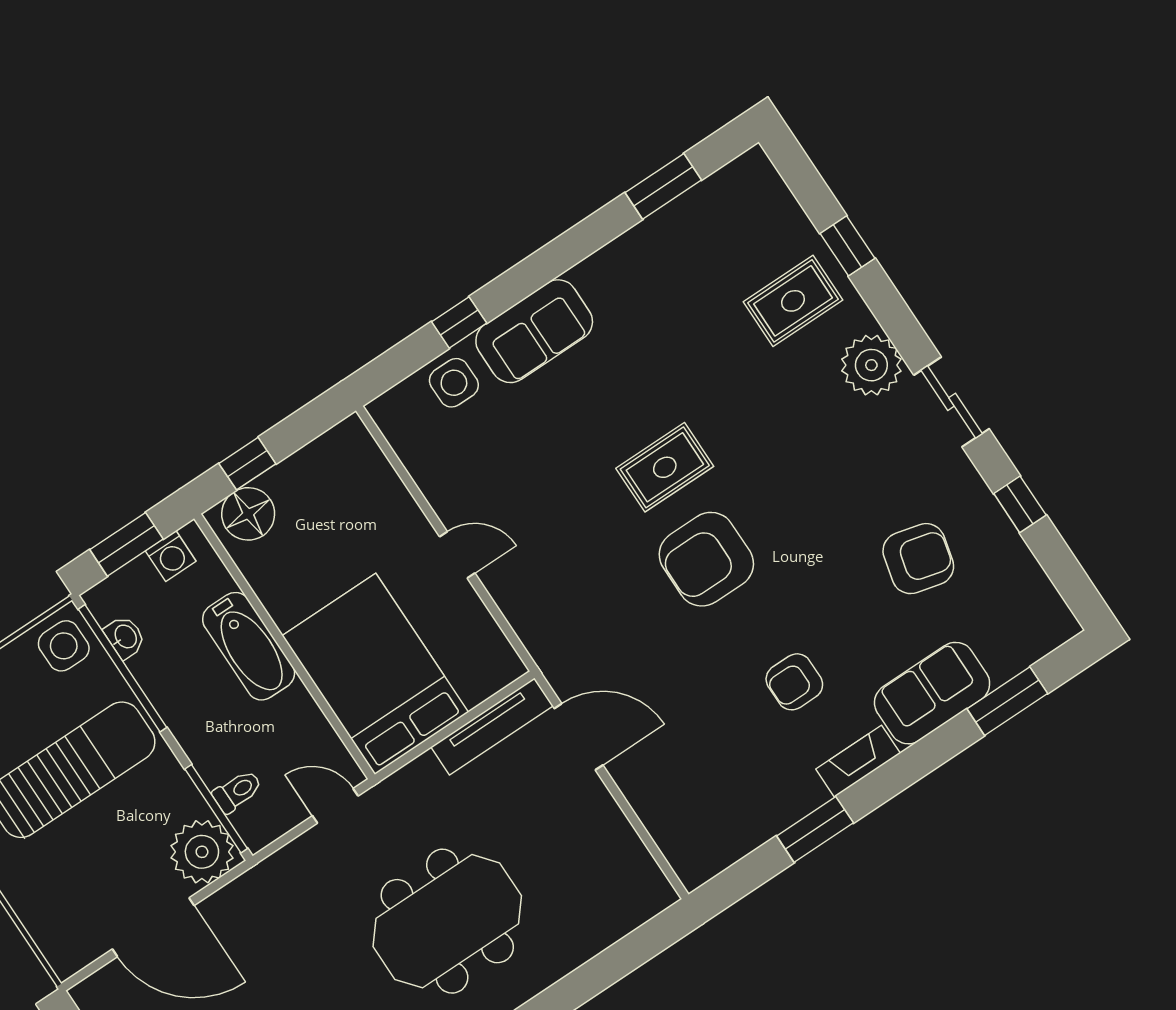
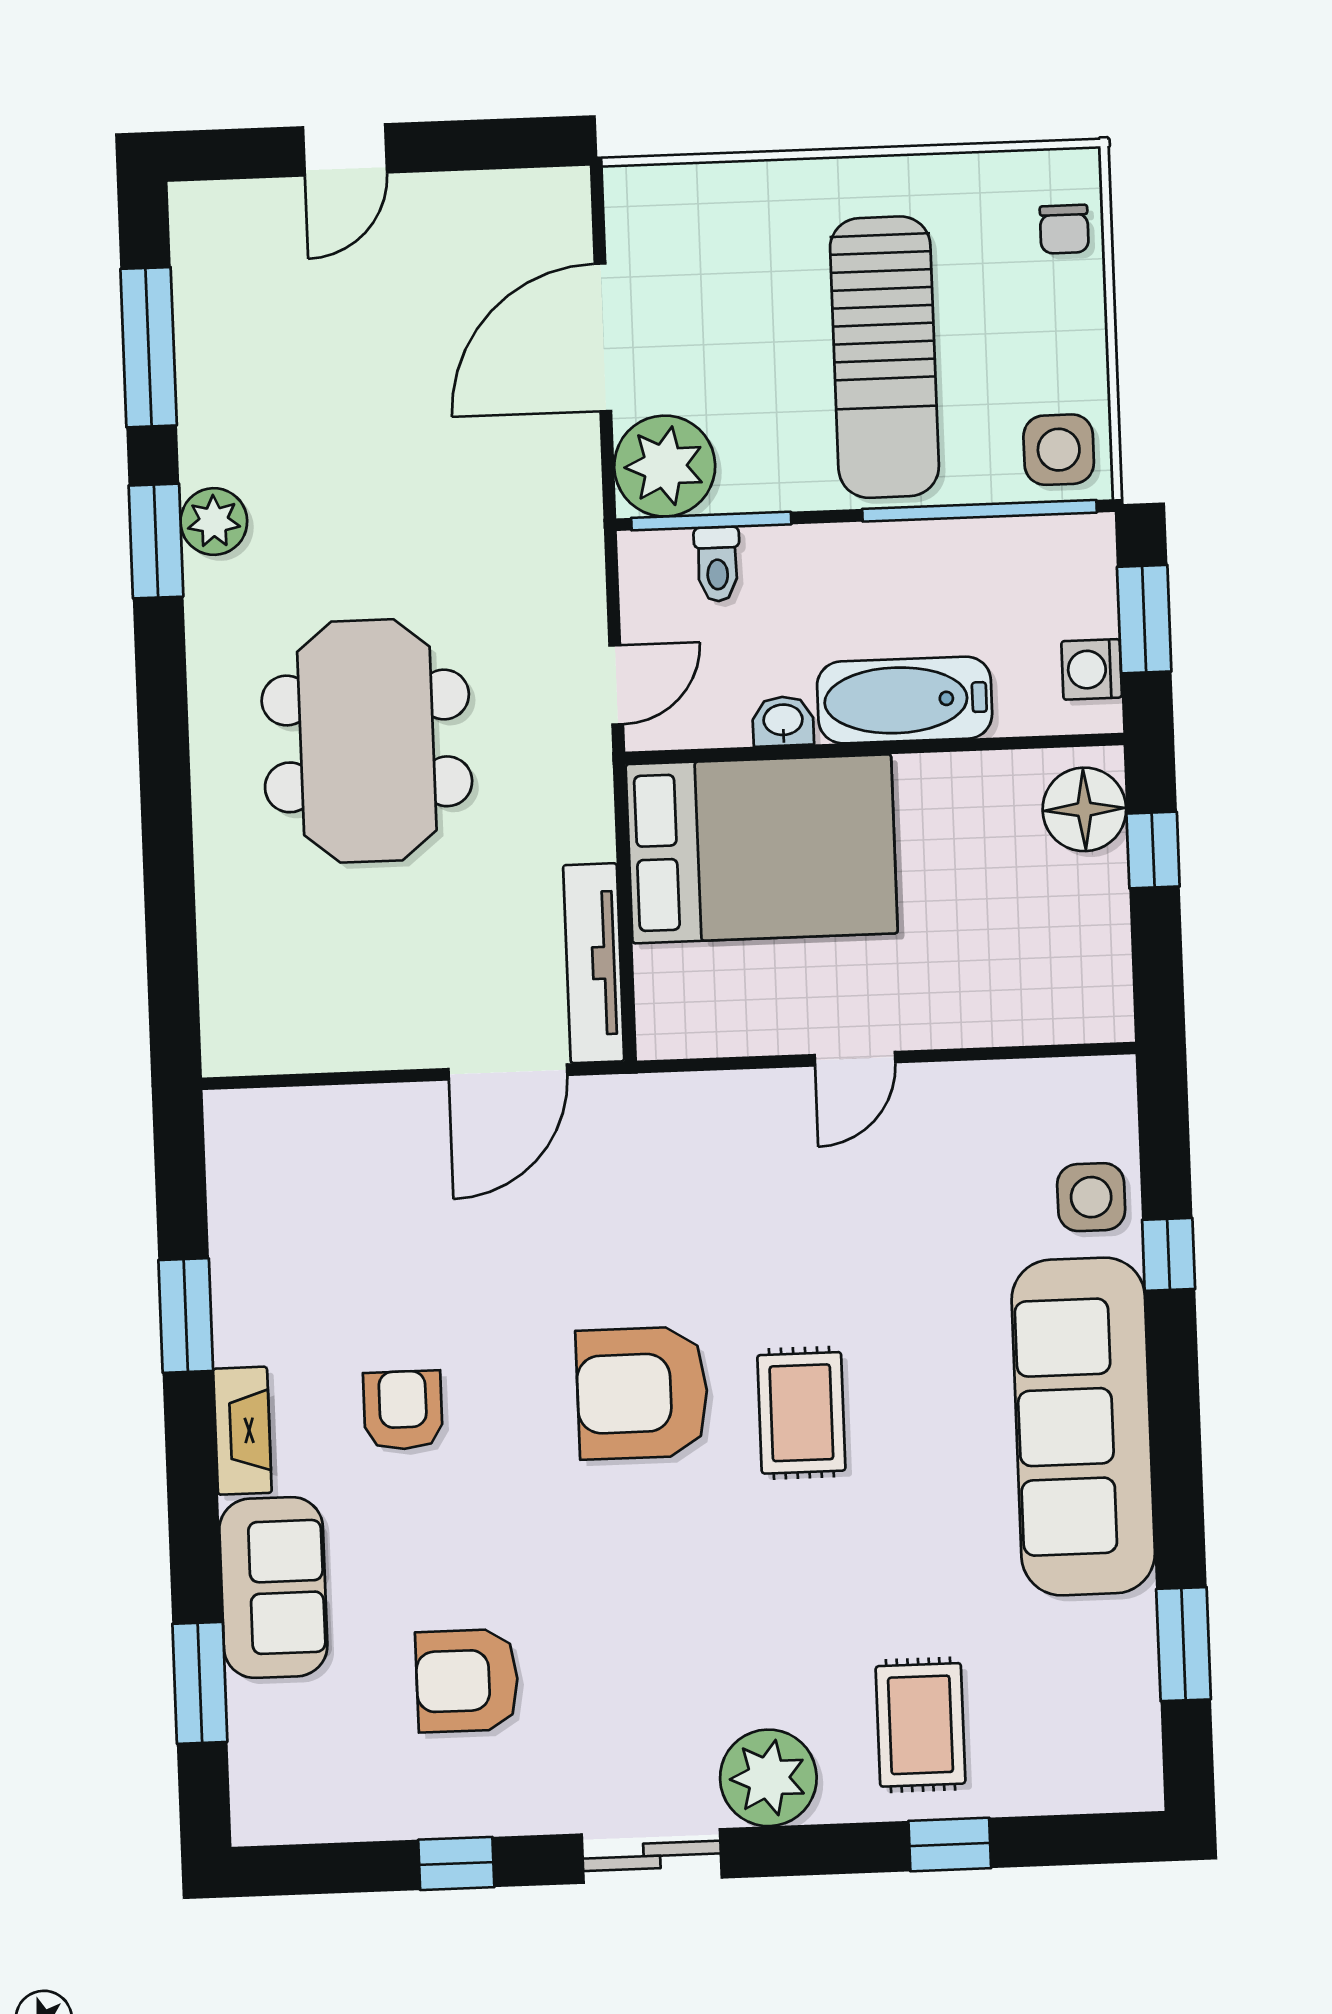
sofa: (534, 331) -> (1083, 1426), width x1.85, depth x1.27
armchair: (706, 559) -> (642, 1393), turned -90
armchair: (918, 559) -> (467, 1681), turned 76
washbasin: (125, 637) -> (783, 721), moved, turned 180

